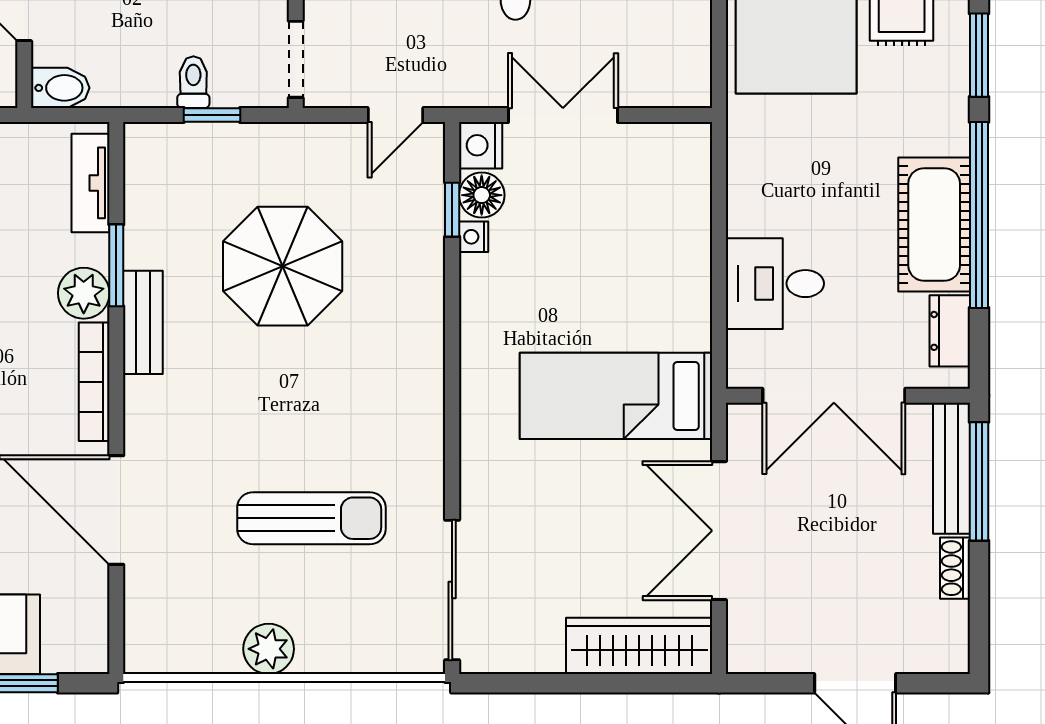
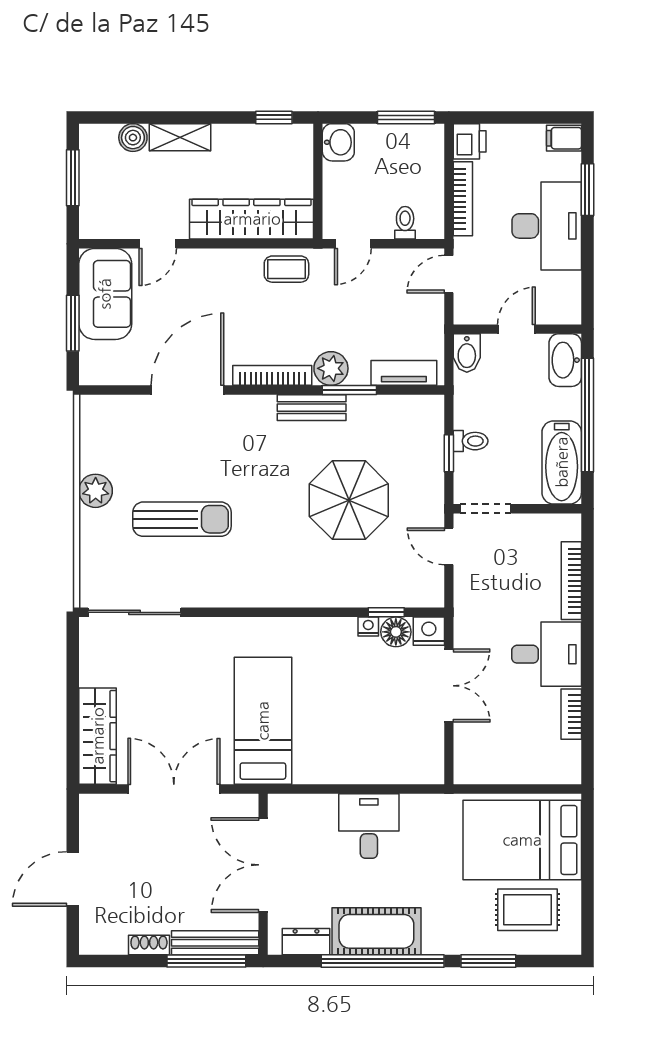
door: (396, 115) -> (449, 546), moved
desk: (775, 284) -> (369, 826), moved
sun lounger: (311, 518) -> (182, 519), turned -90

